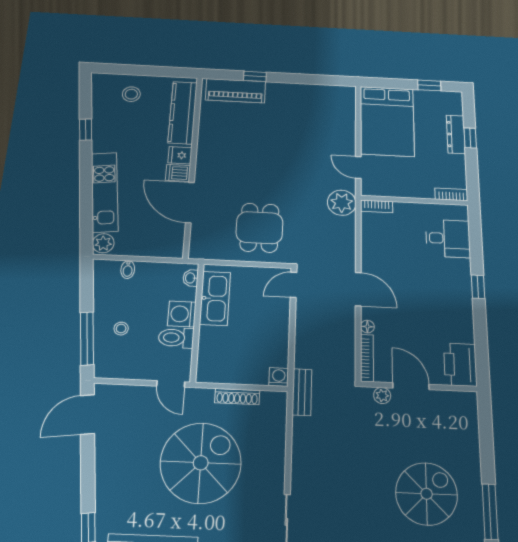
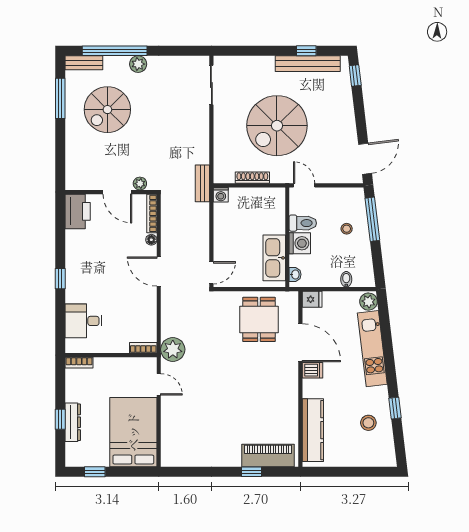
stool: (131, 94) -> (368, 423), moved
fridge: (180, 155) -> (312, 299), moved
dining table: (259, 228) -> (259, 319), moved

